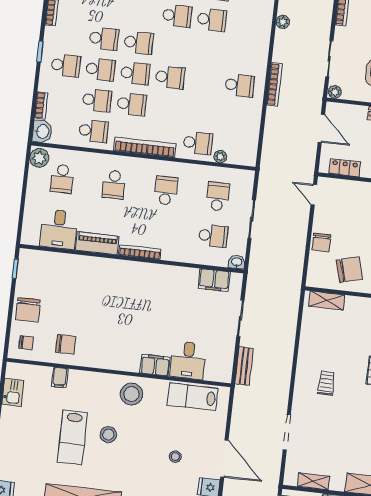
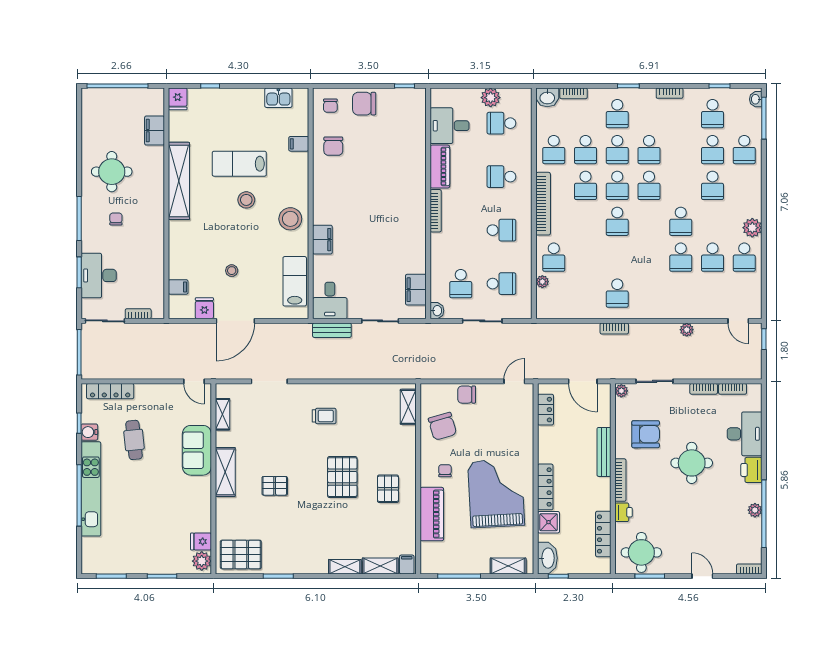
bookcase: (275, 84) -> (614, 329), width x0.64
door: (321, 128) -> (583, 381), hinge flipped
plant: (39, 158) -> (491, 98), moved
desk: (188, 360) -> (330, 300), moved, turned -90

